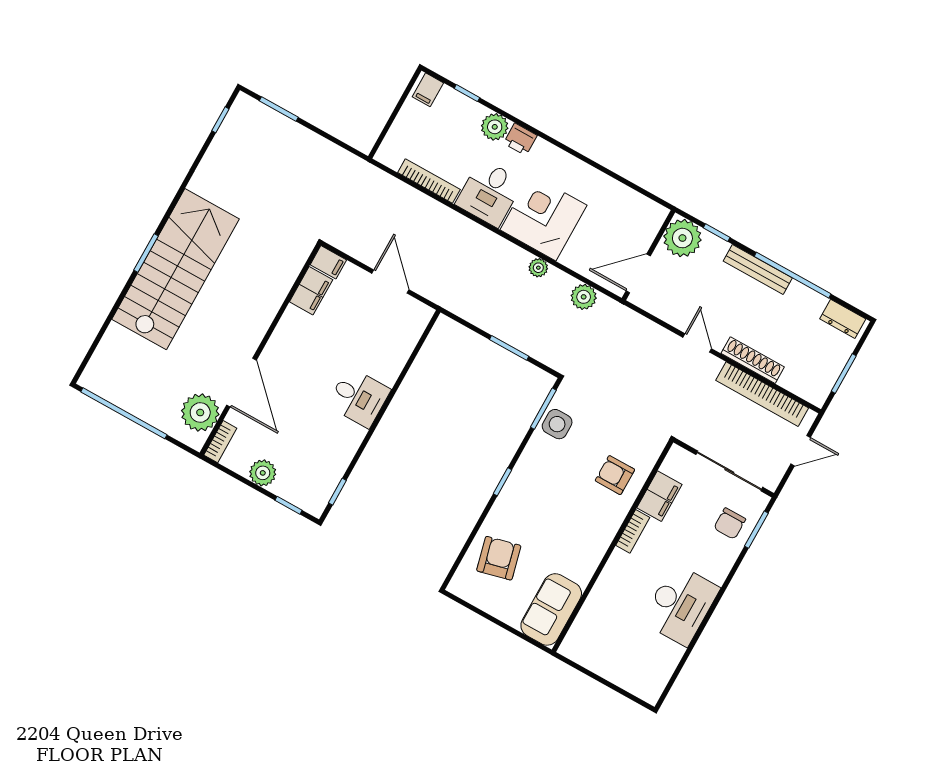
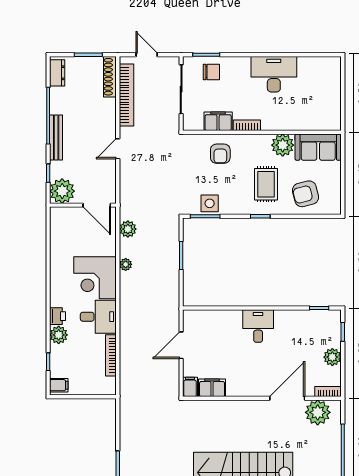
shoe rack: (753, 360) -> (110, 77), moved
rug: (541, 513) -> (266, 184), added
plant: (580, 564) -> (283, 145), added

